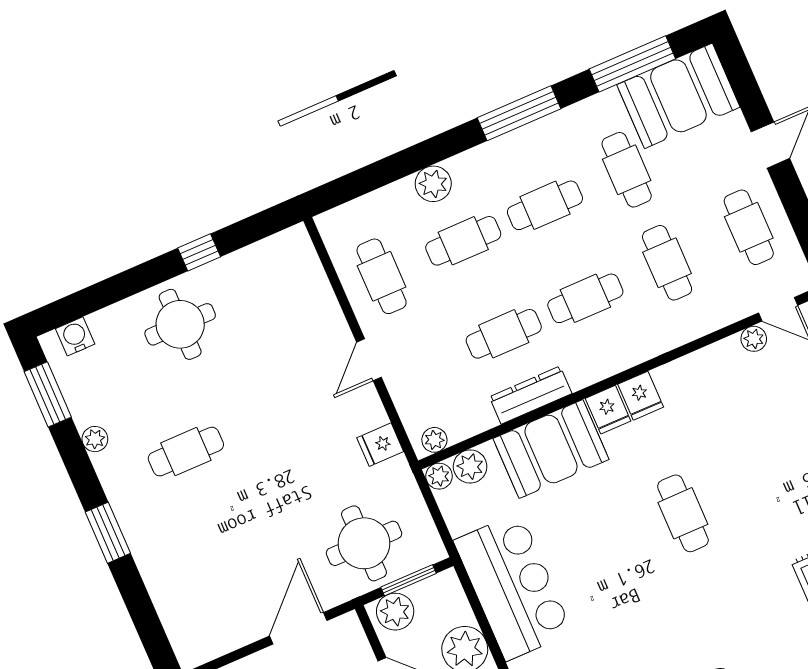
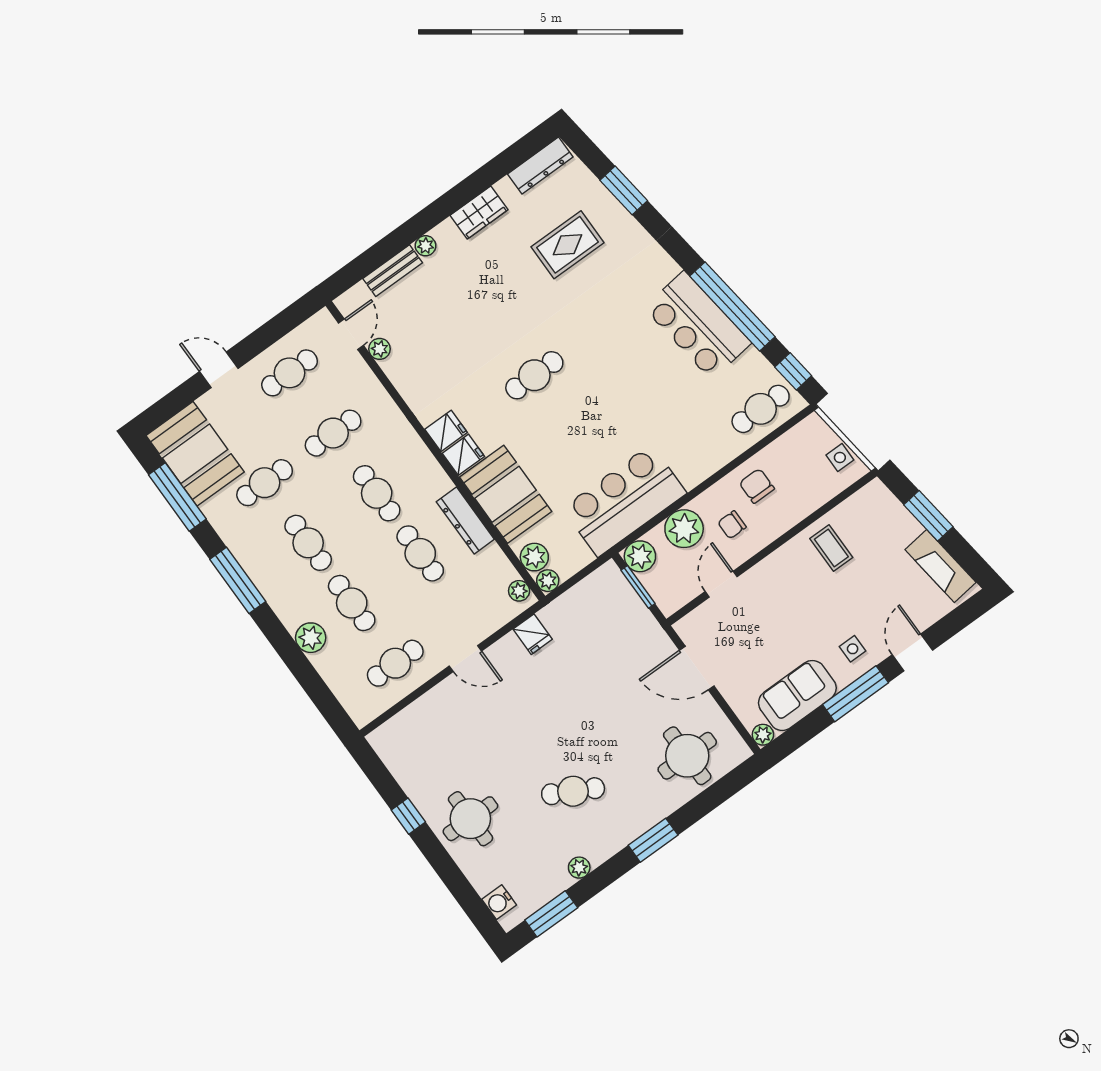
cafe table: (186, 452) -> (573, 791), turned -62
round table: (364, 543) -> (687, 756), moved
plant: (395, 612) -> (640, 556), moved

